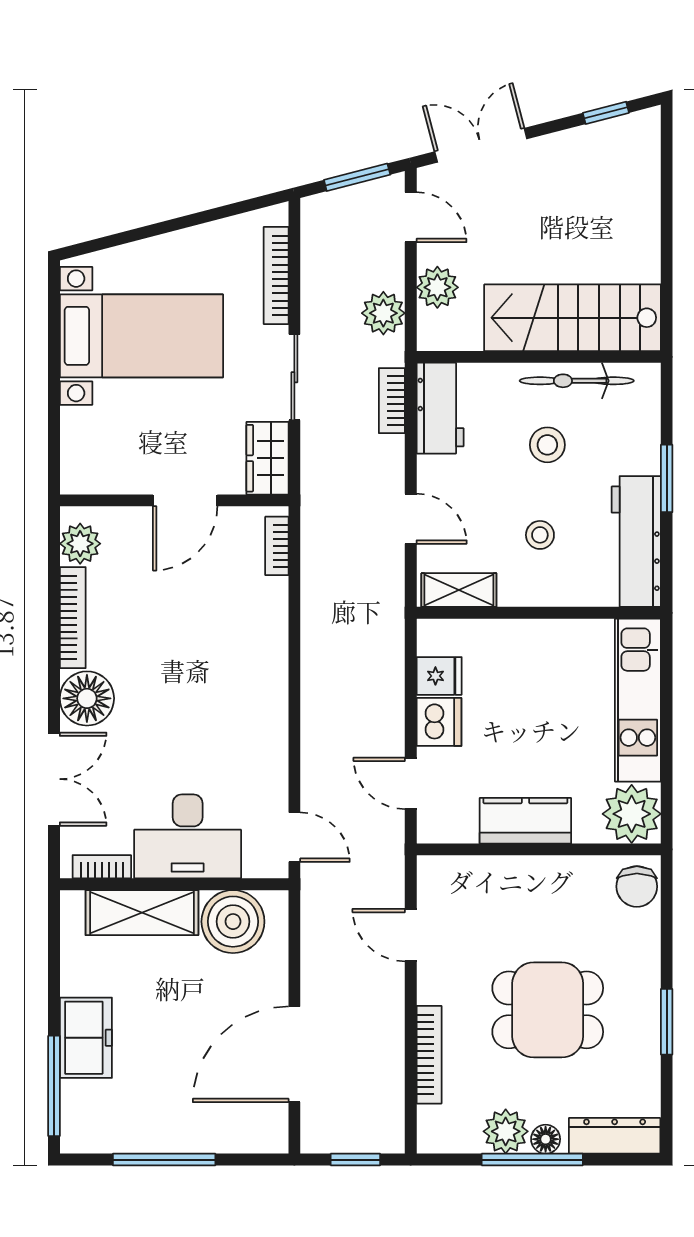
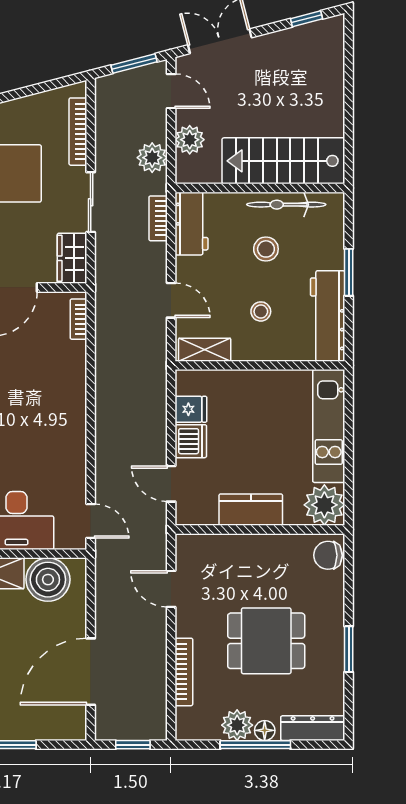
chair: (637, 887) -> (328, 555), turned 90

